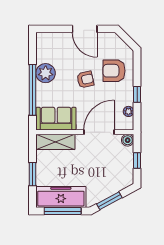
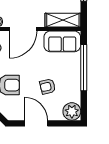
plant: (46, 73) -> (72, 111), moved
armchair: (85, 80) -> (48, 87), moved

